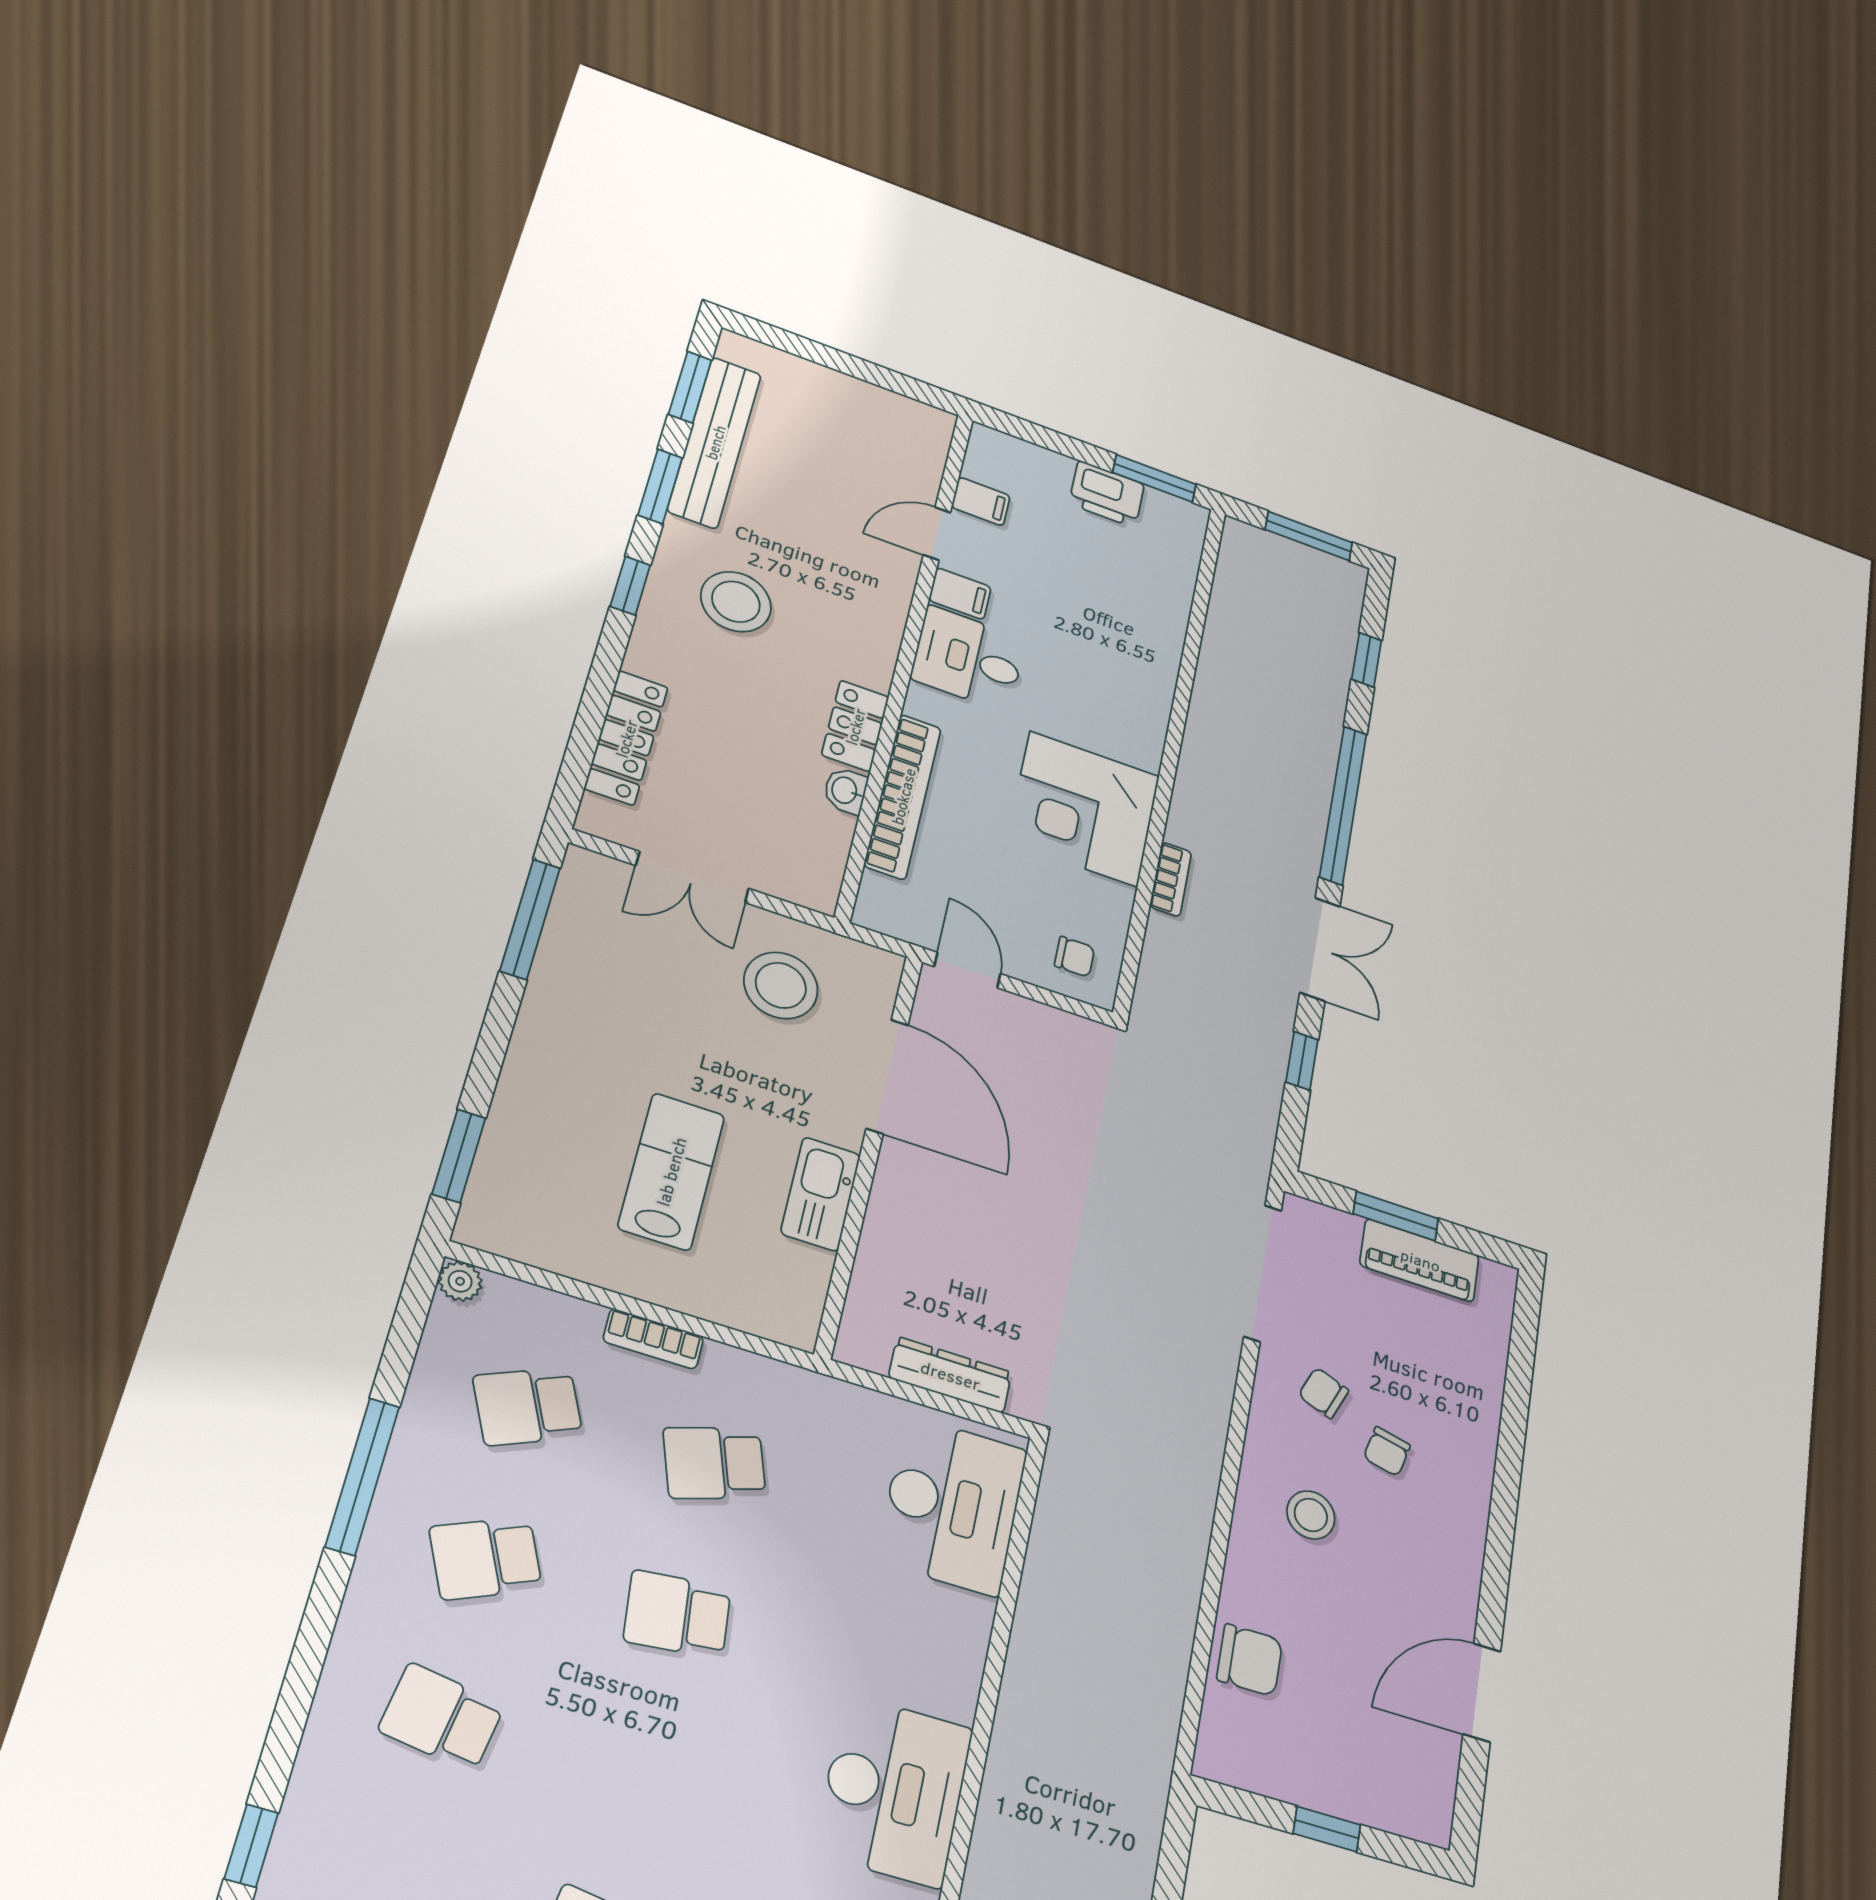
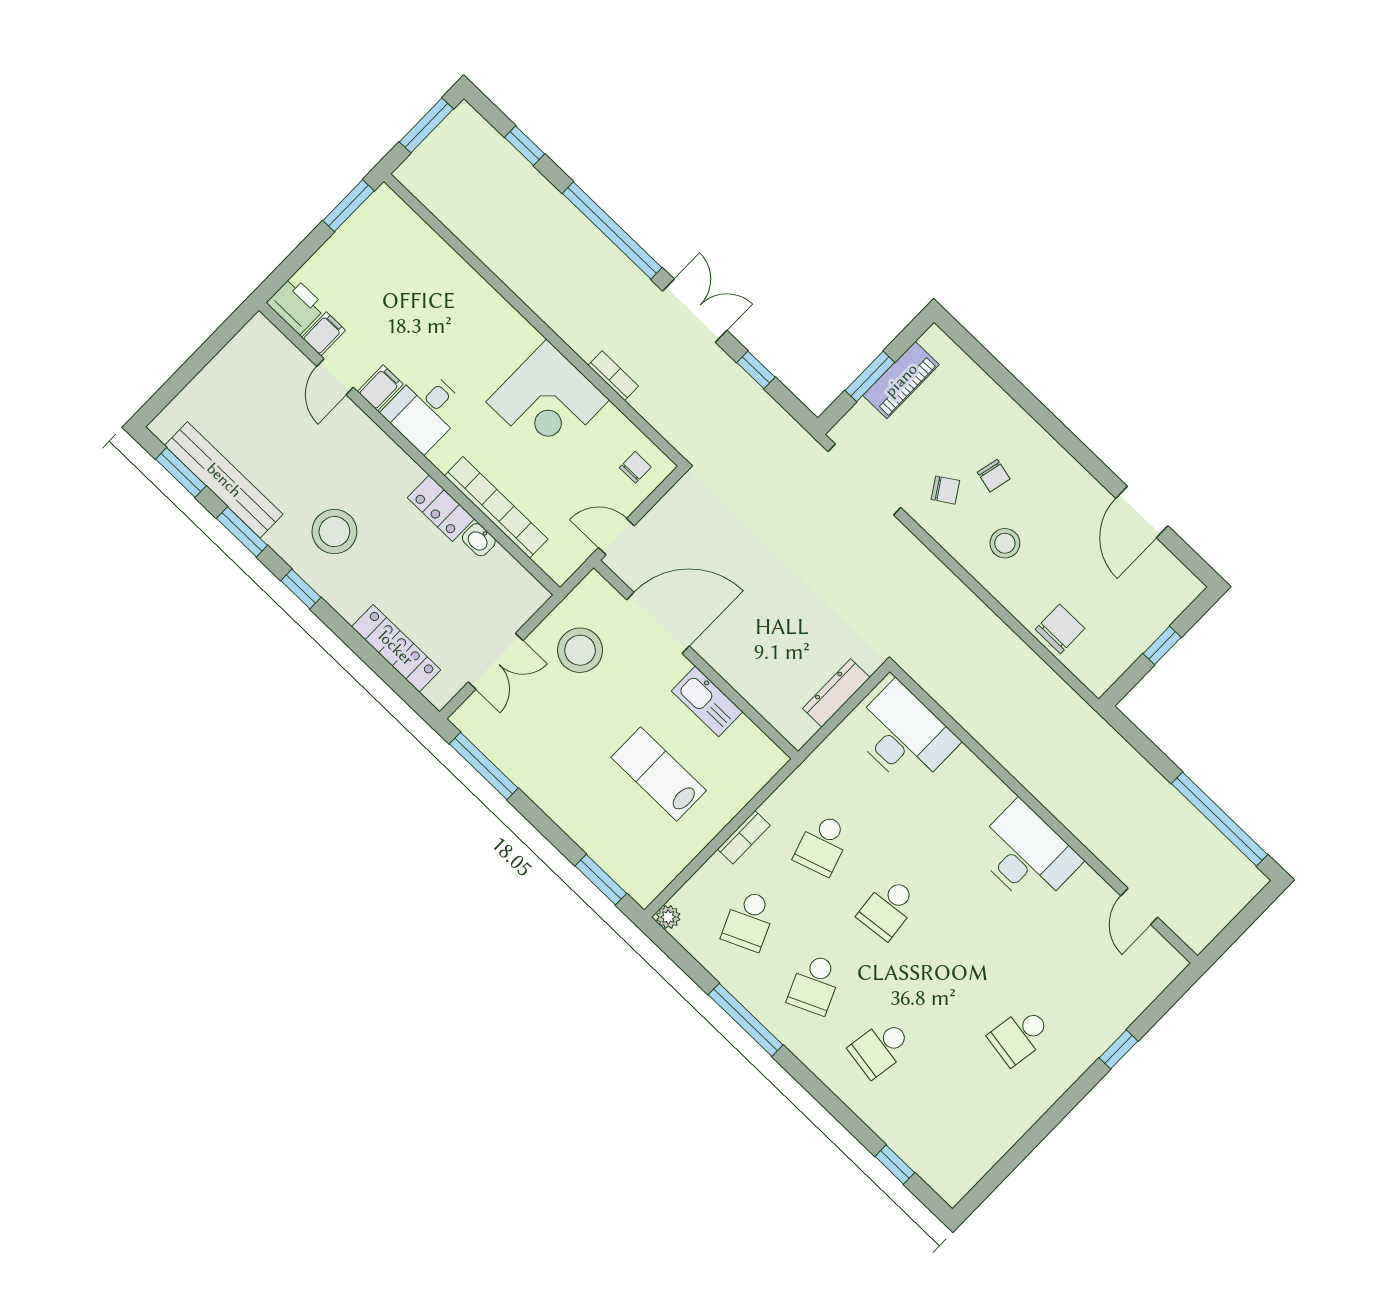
printer: (1107, 494) -> (296, 305), moved, turned -90
chair: (1324, 1393) -> (945, 490), turned -144

